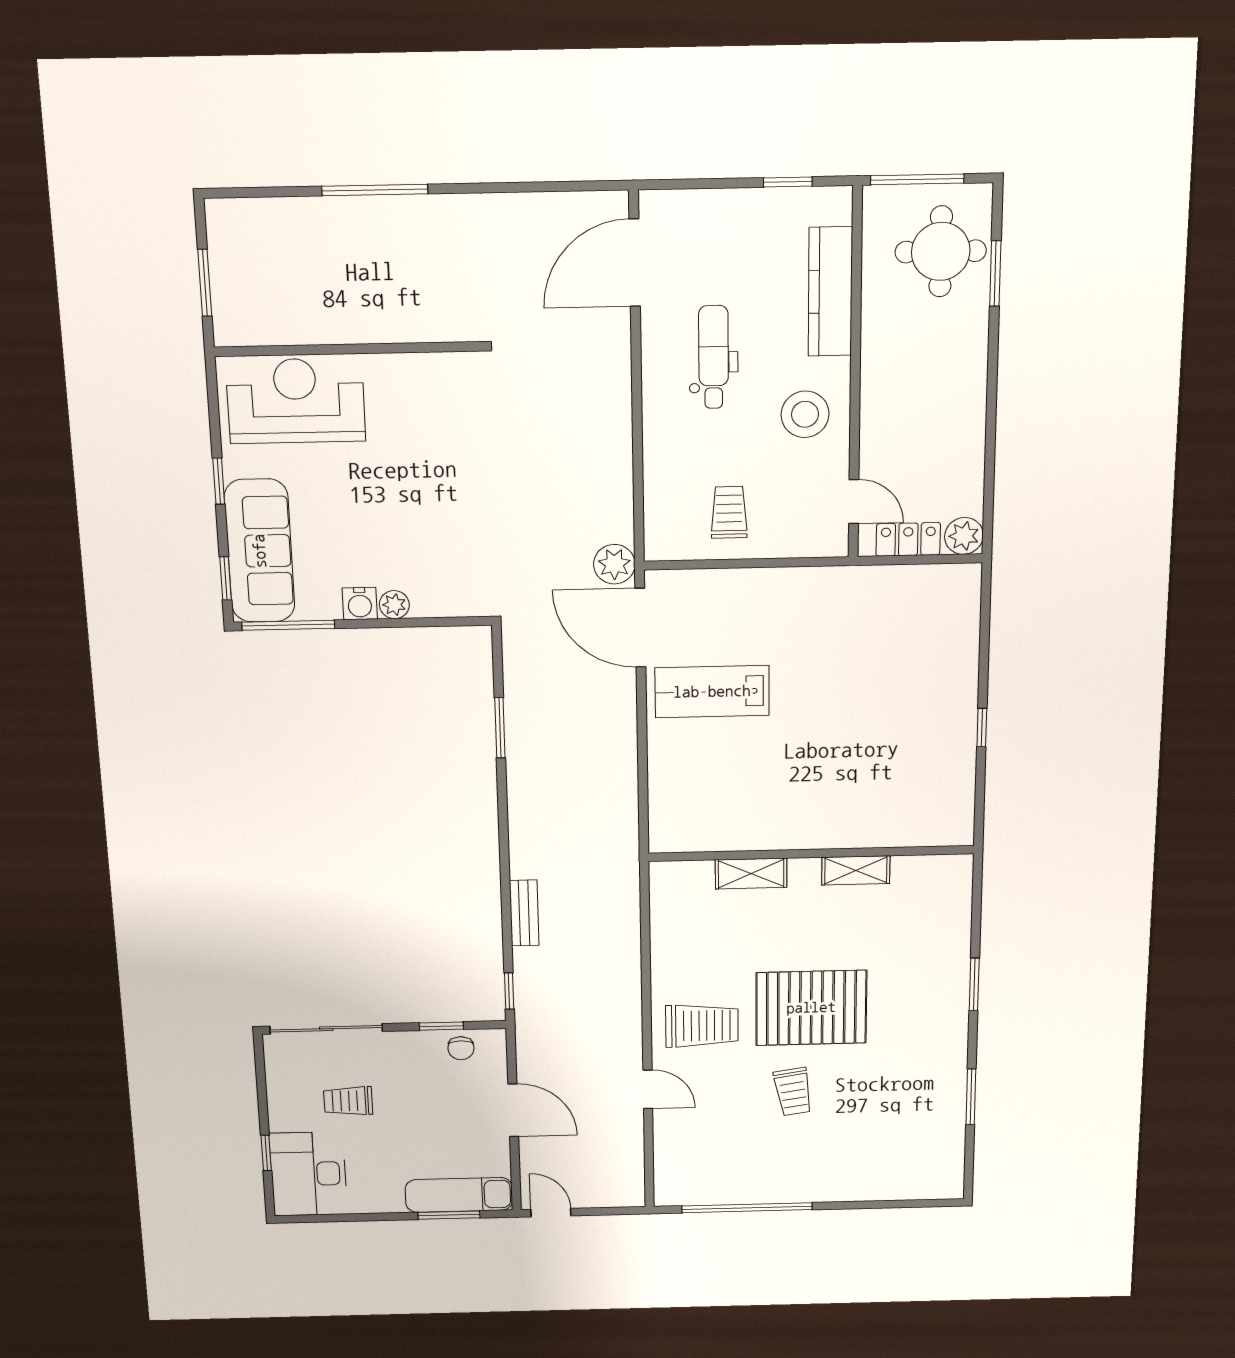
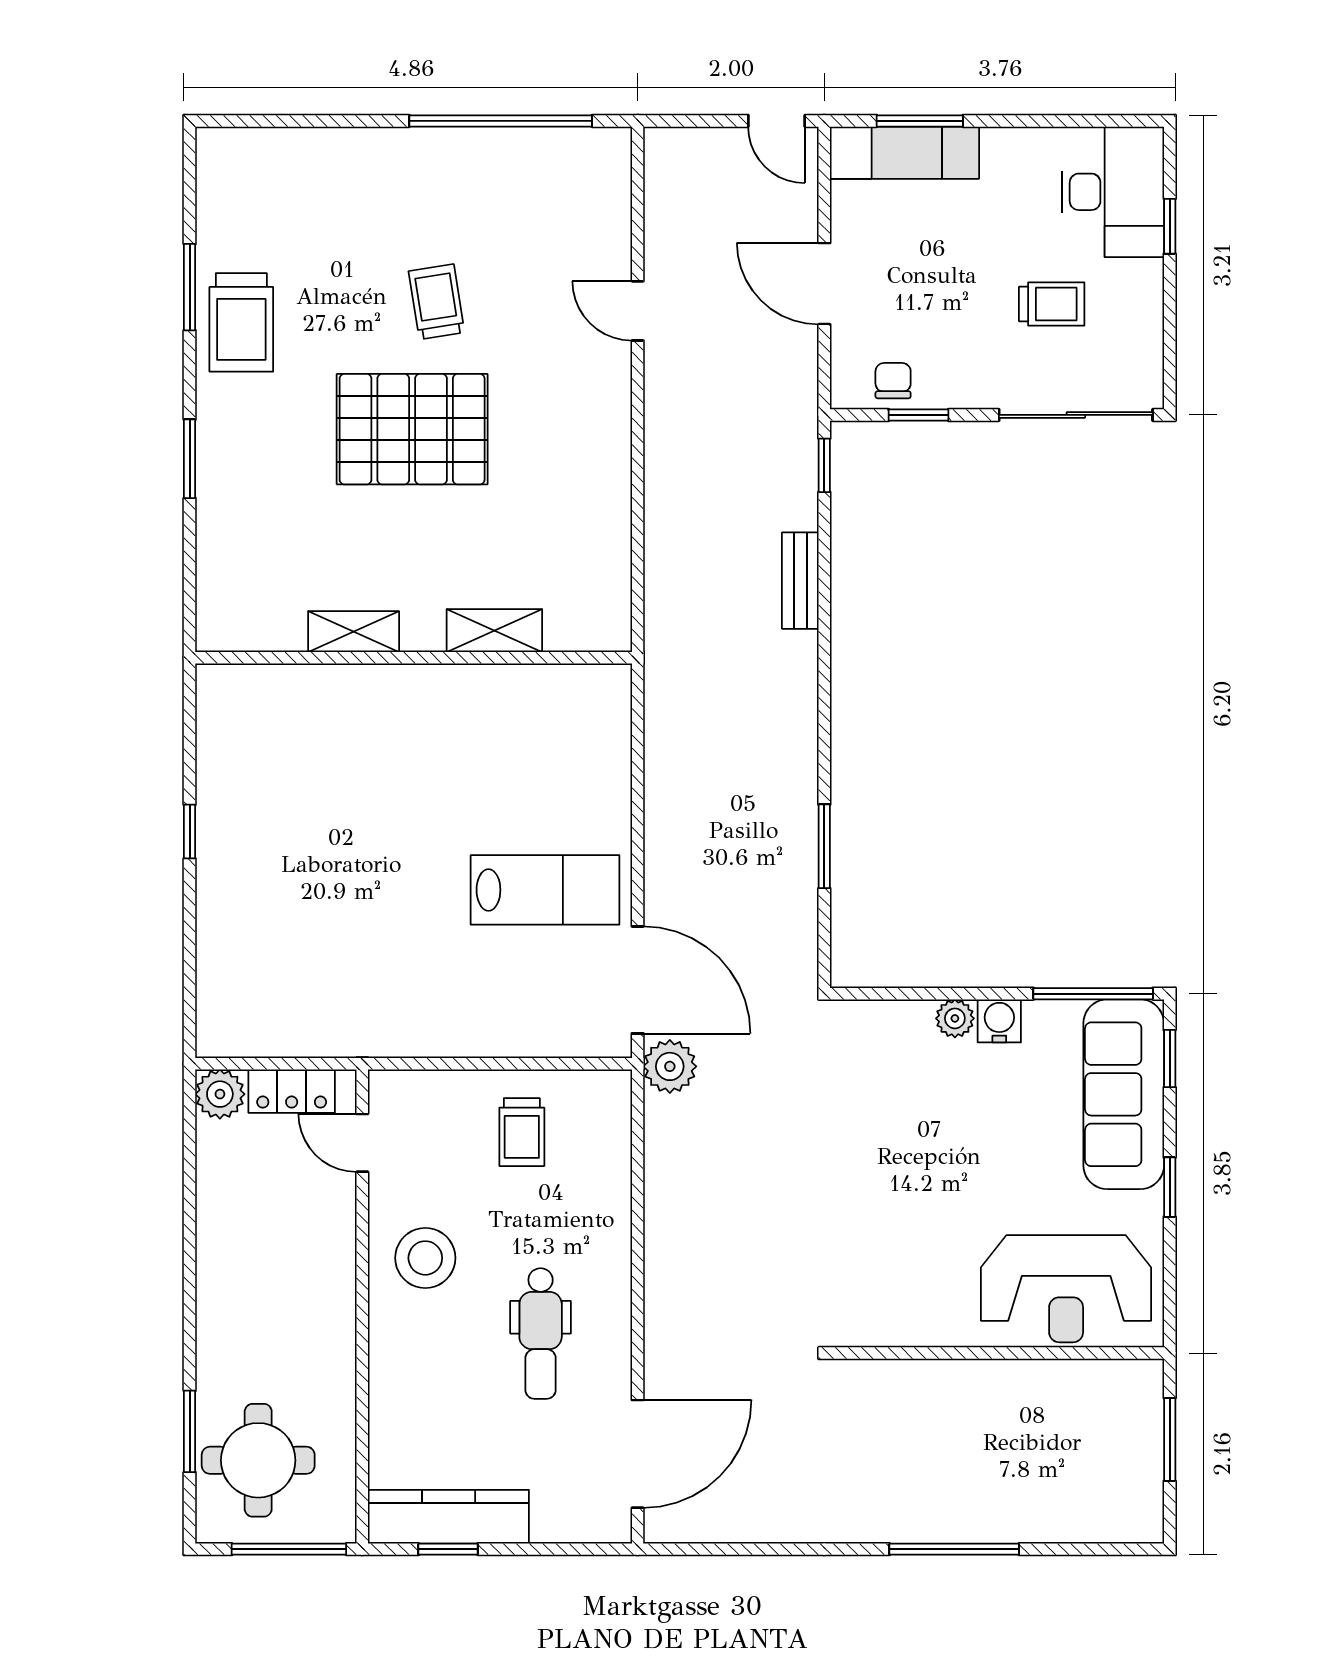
kitchen counter: (830, 292) -> (448, 1517), moved, turned -90
trolley: (702, 1026) -> (241, 322), moved, turned -90

